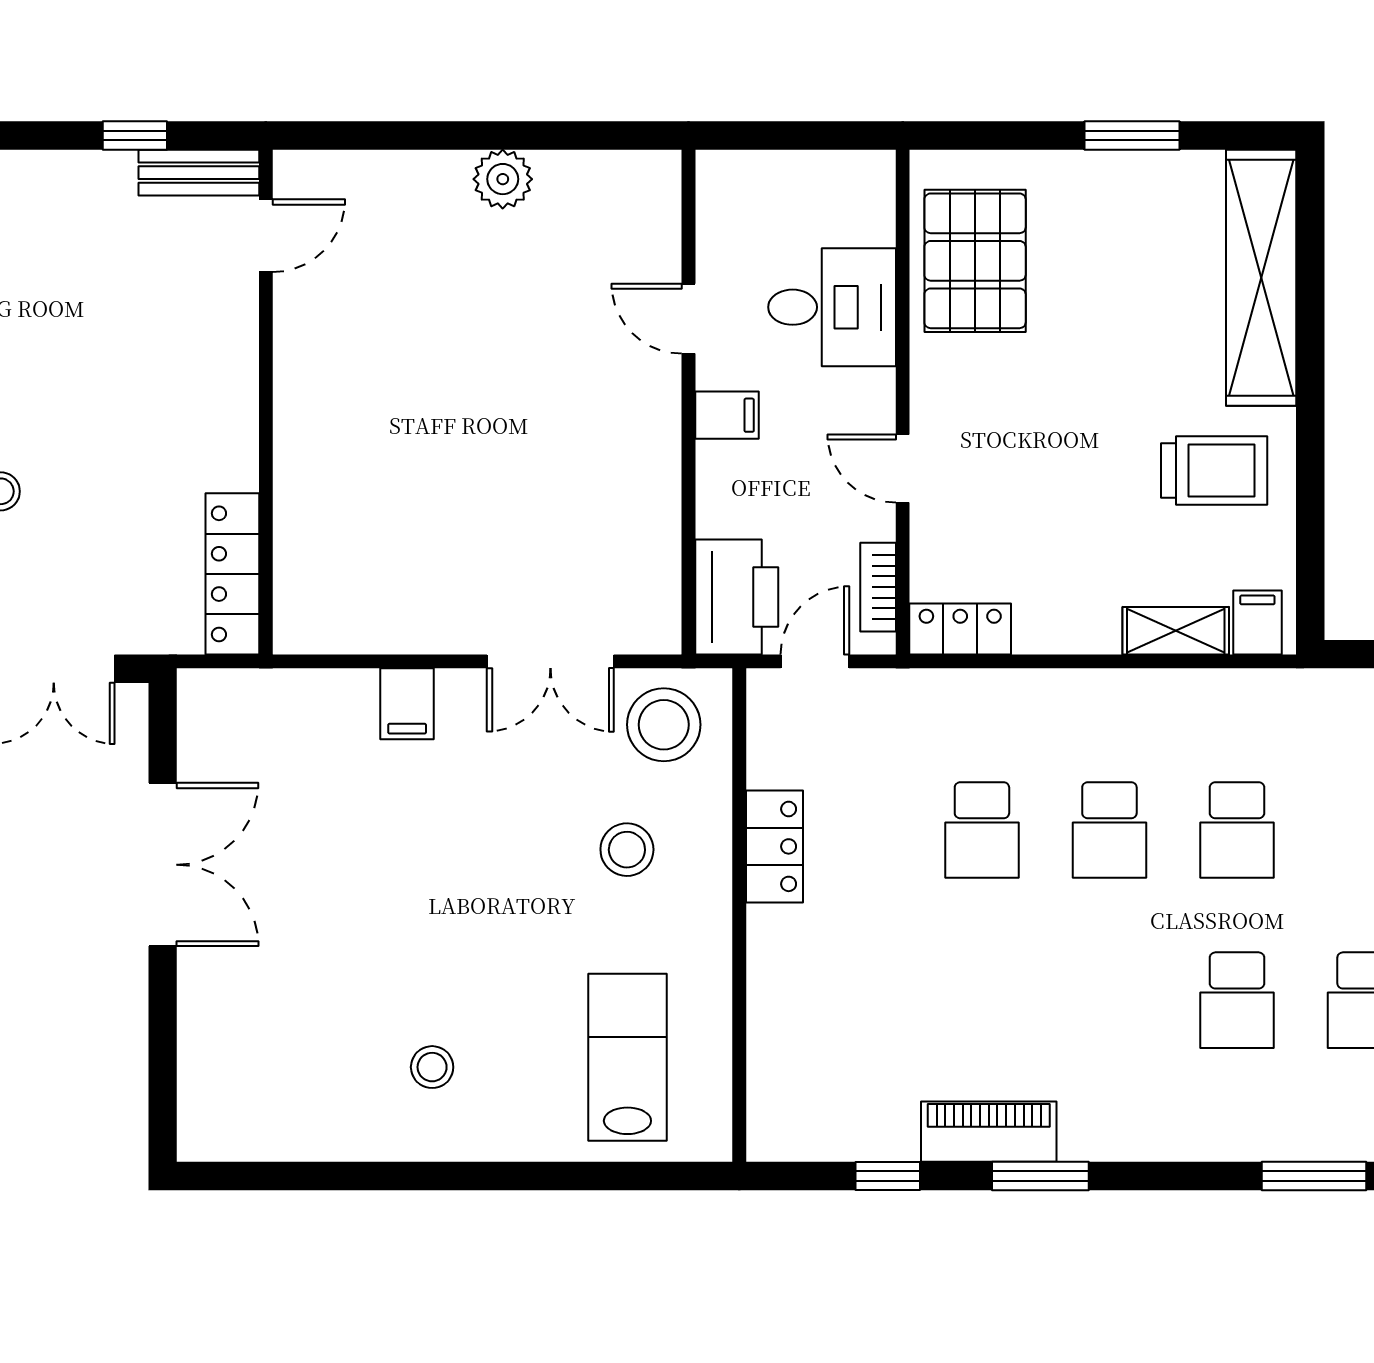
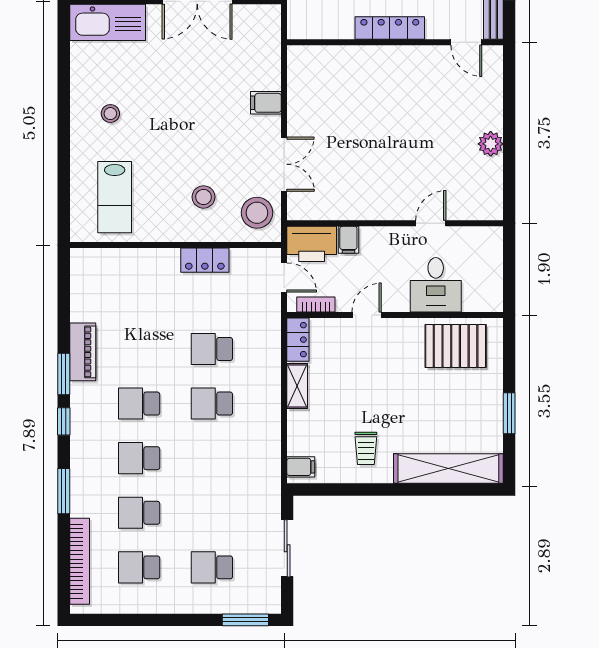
filing cabinet: (727, 415) -> (348, 240), moved
trolley: (1214, 471) -> (366, 448), width x0.73, depth x0.72
locker: (232, 574) -> (390, 28), moved
shelving: (1176, 631) -> (297, 386), moved
double door: (550, 661) -> (284, 164), swing flipped
school desk: (1237, 830) -> (139, 404), moved
lab bench: (627, 1057) -> (115, 197), turned 90
kitchen sink: (219, 1074) -> (108, 22), added
window: (888, 1176) -> (64, 421), moved

